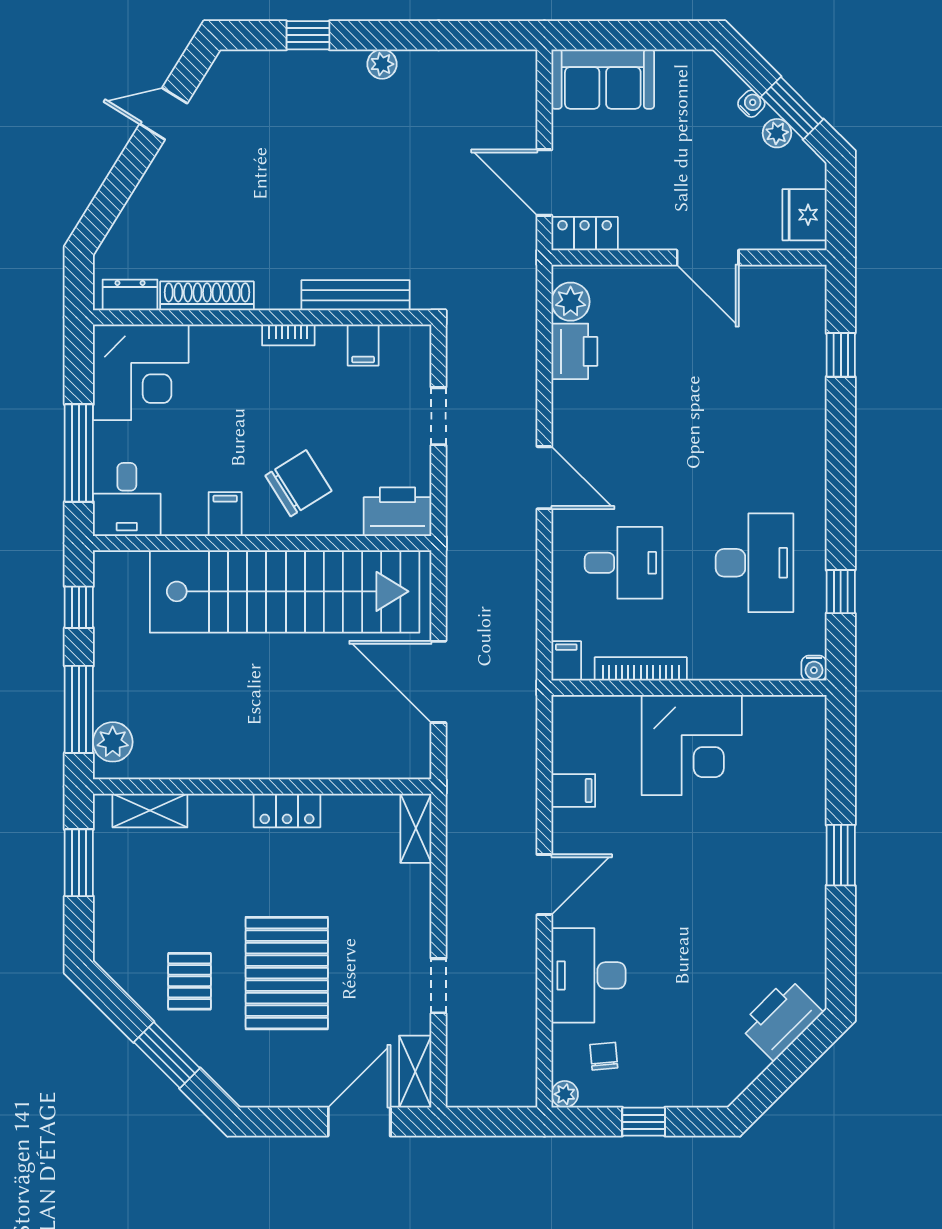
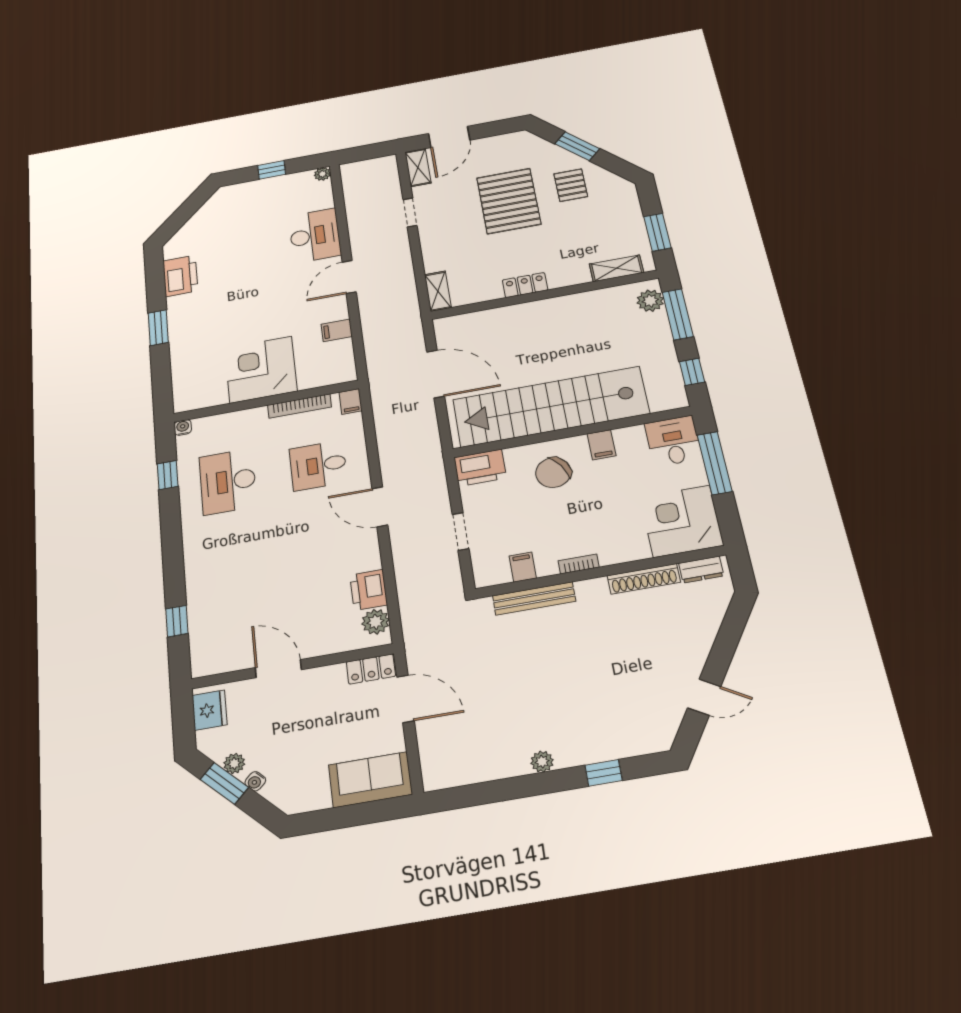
printer: (781, 1019) -> (180, 276), moved, turned -45
chair: (604, 1056) -> (300, 197), removed

